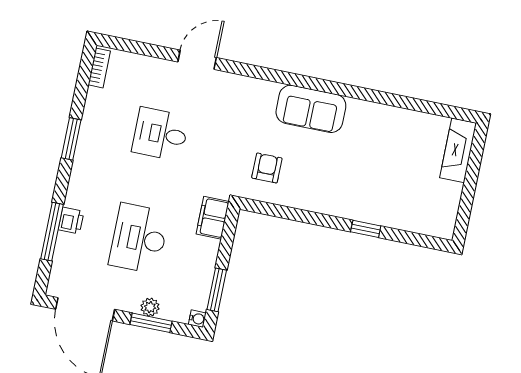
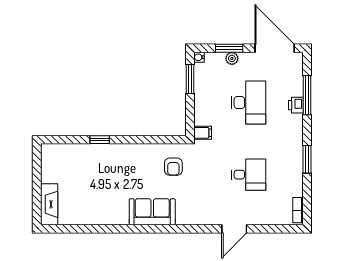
filing cabinet: (213, 218) -> (203, 133), width x0.50

